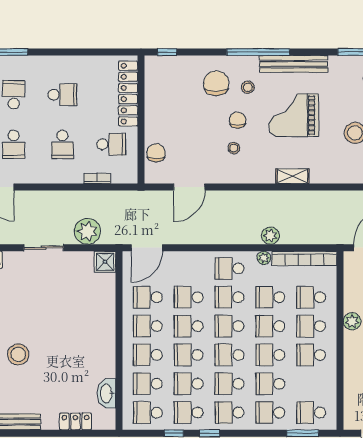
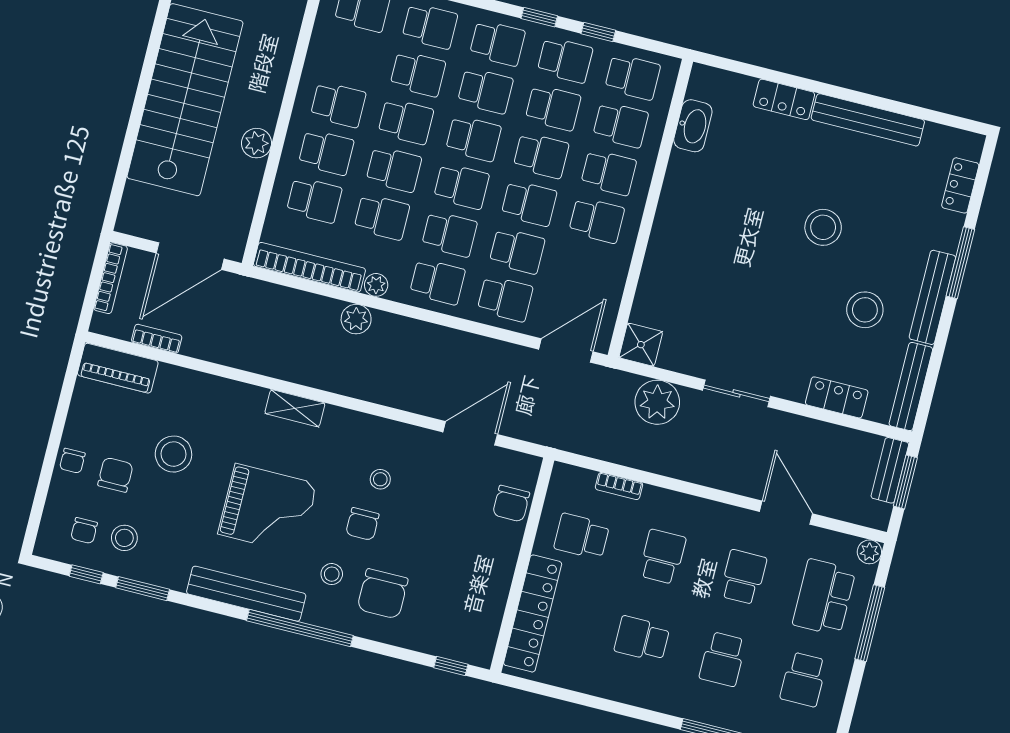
school desk: (148, 297) -> (505, 299), moved
locker: (75, 421) -> (784, 99), moved

